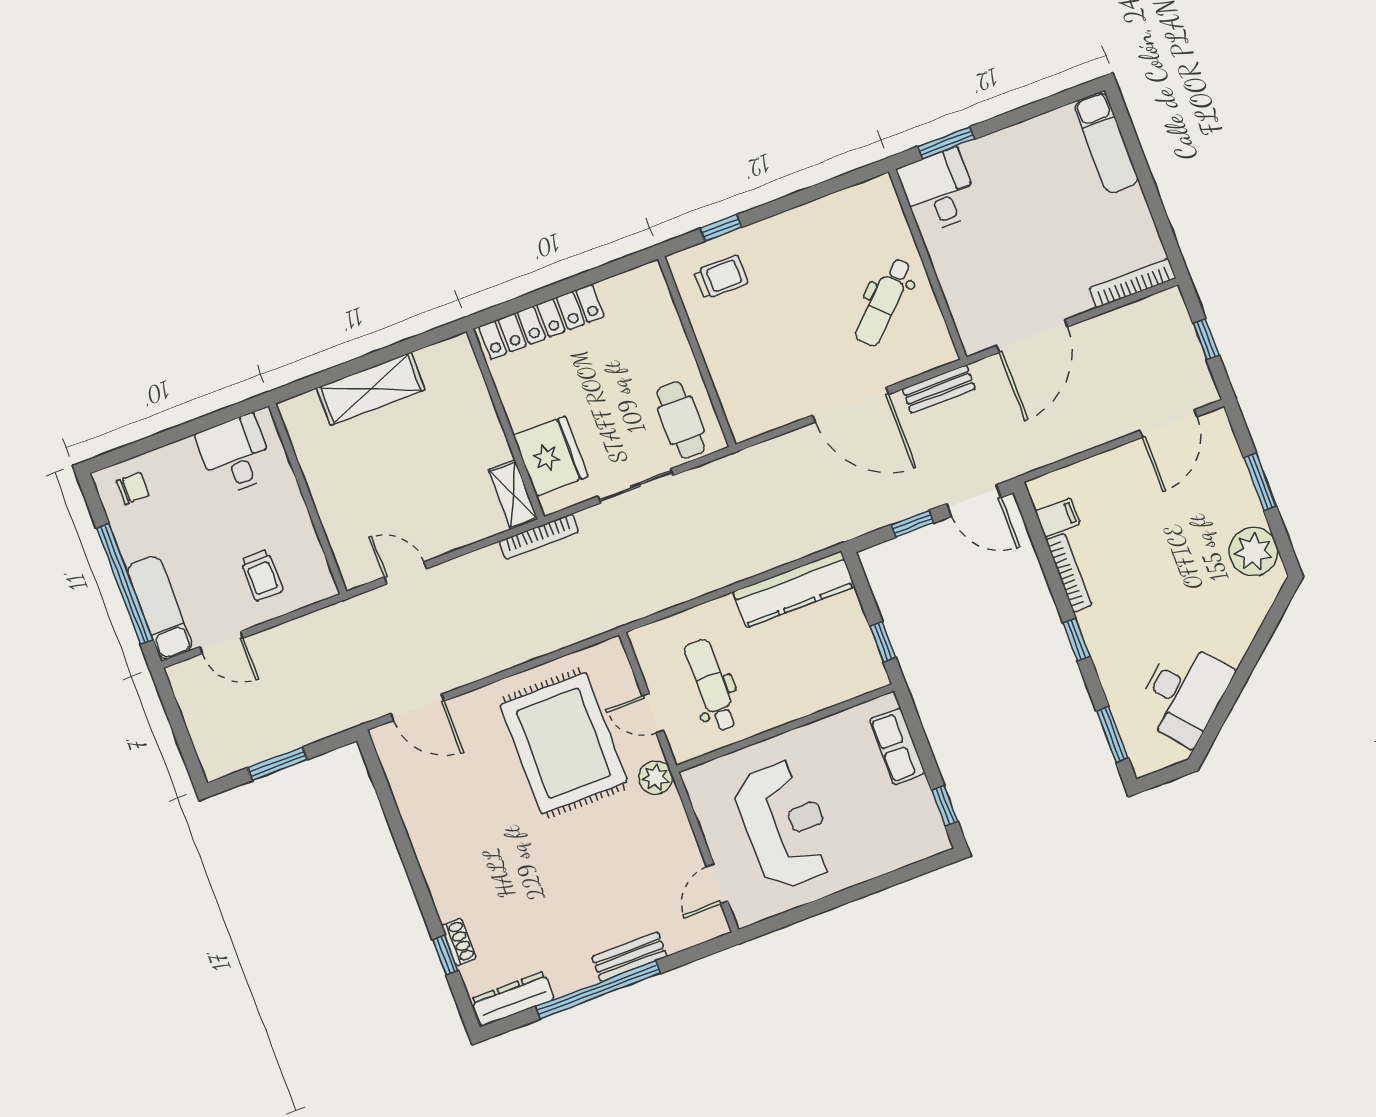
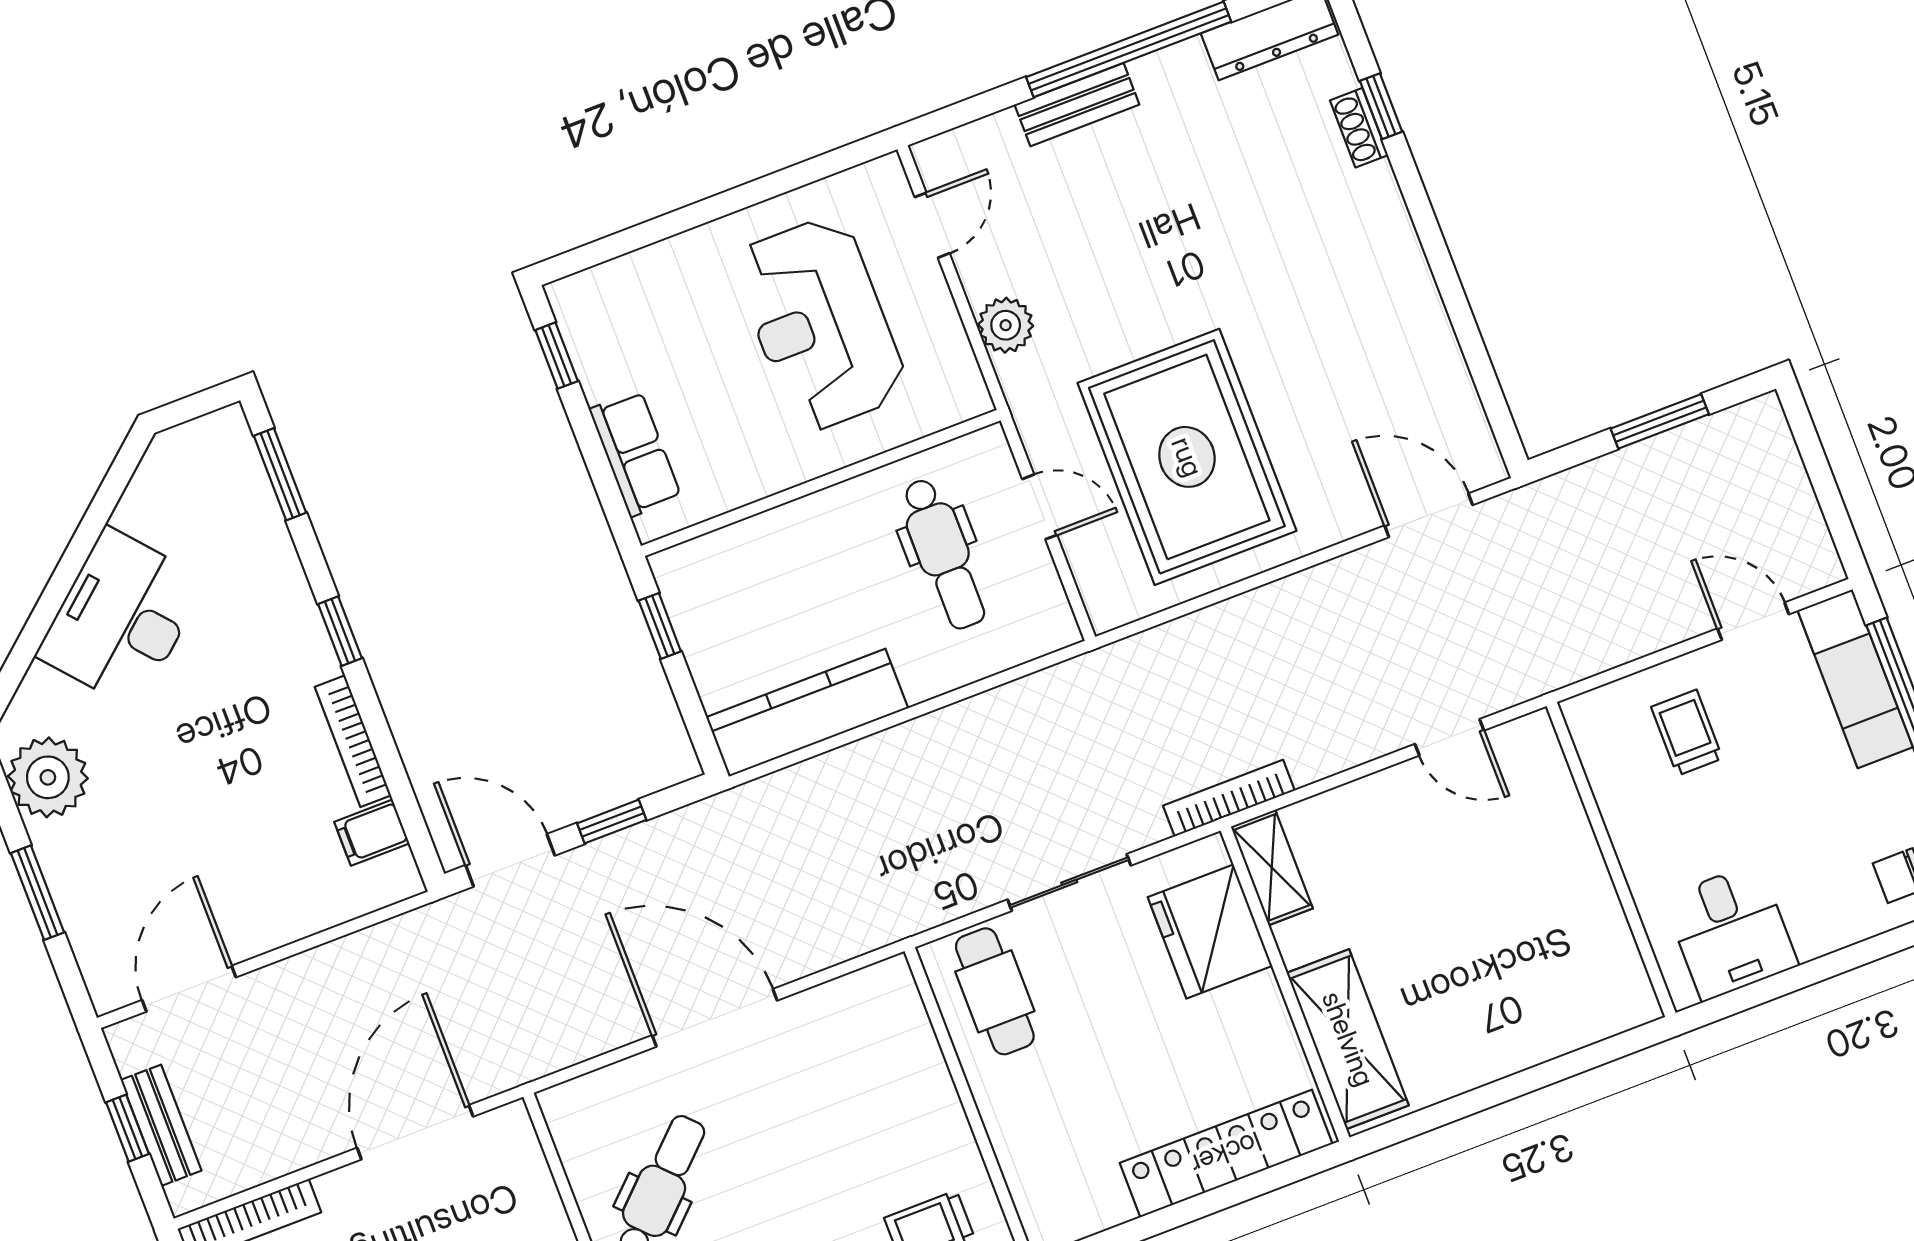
shelving: (371, 389) -> (1348, 1039), moved, turned 90
bench: (939, 389) -> (161, 1125), moved, turned 90
desk: (1184, 693) -> (121, 618), moved
plant: (656, 778) -> (1006, 325), moved

